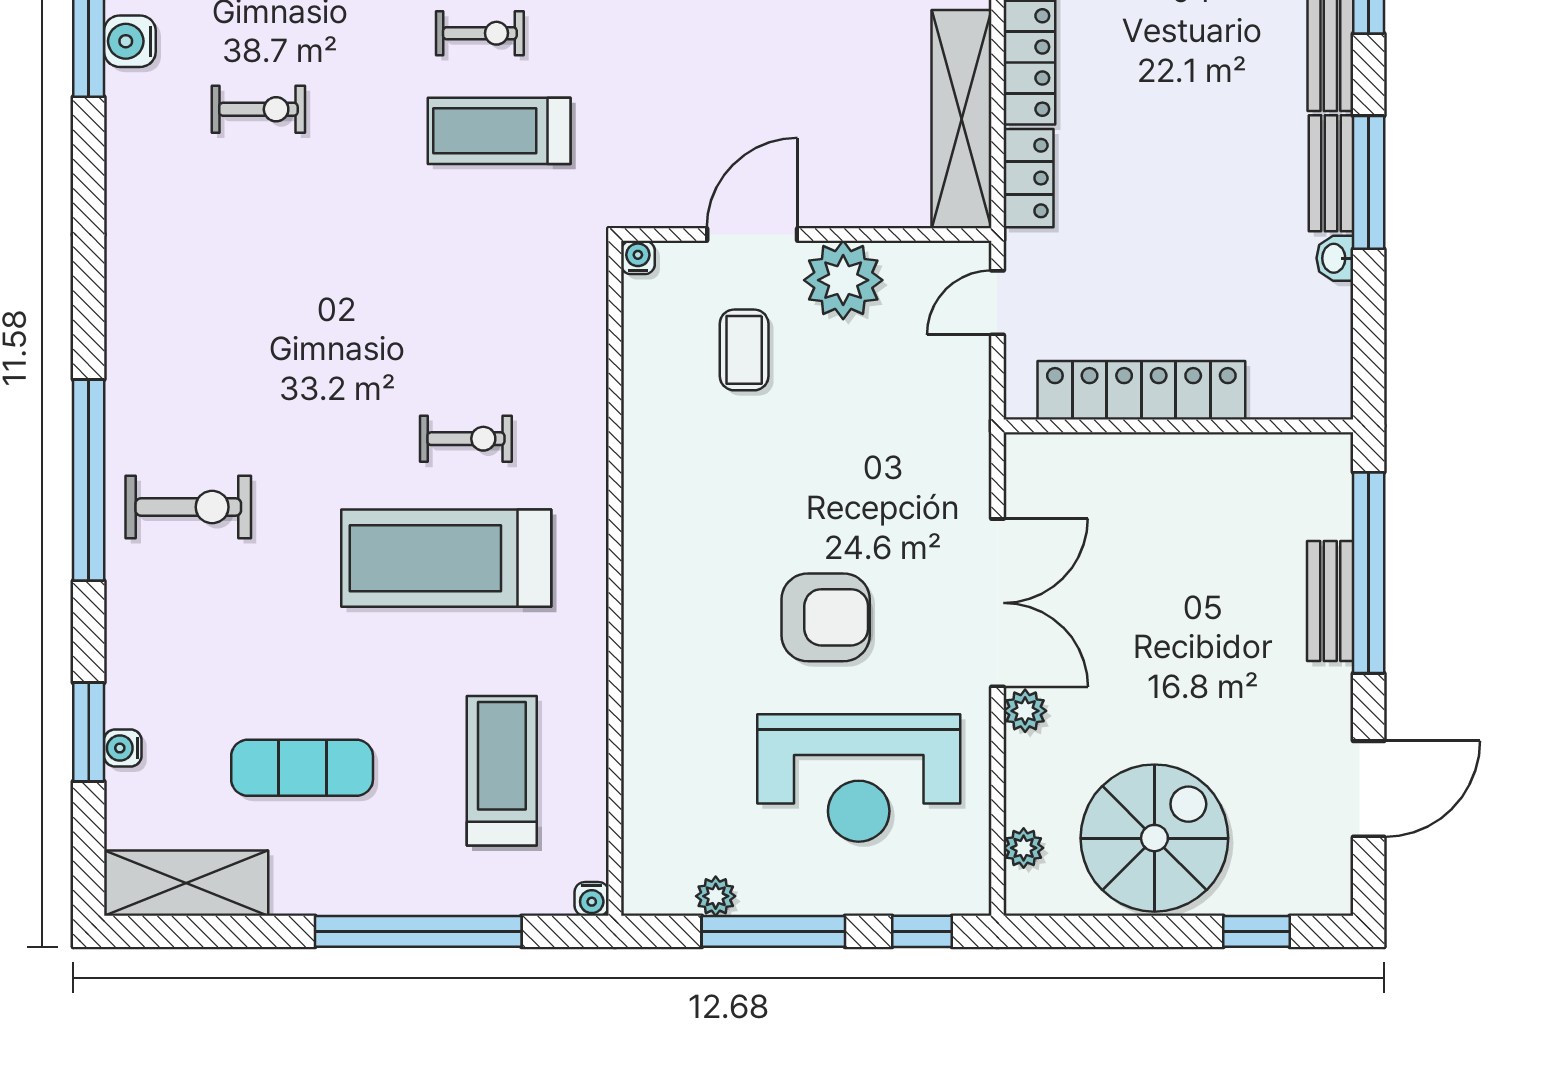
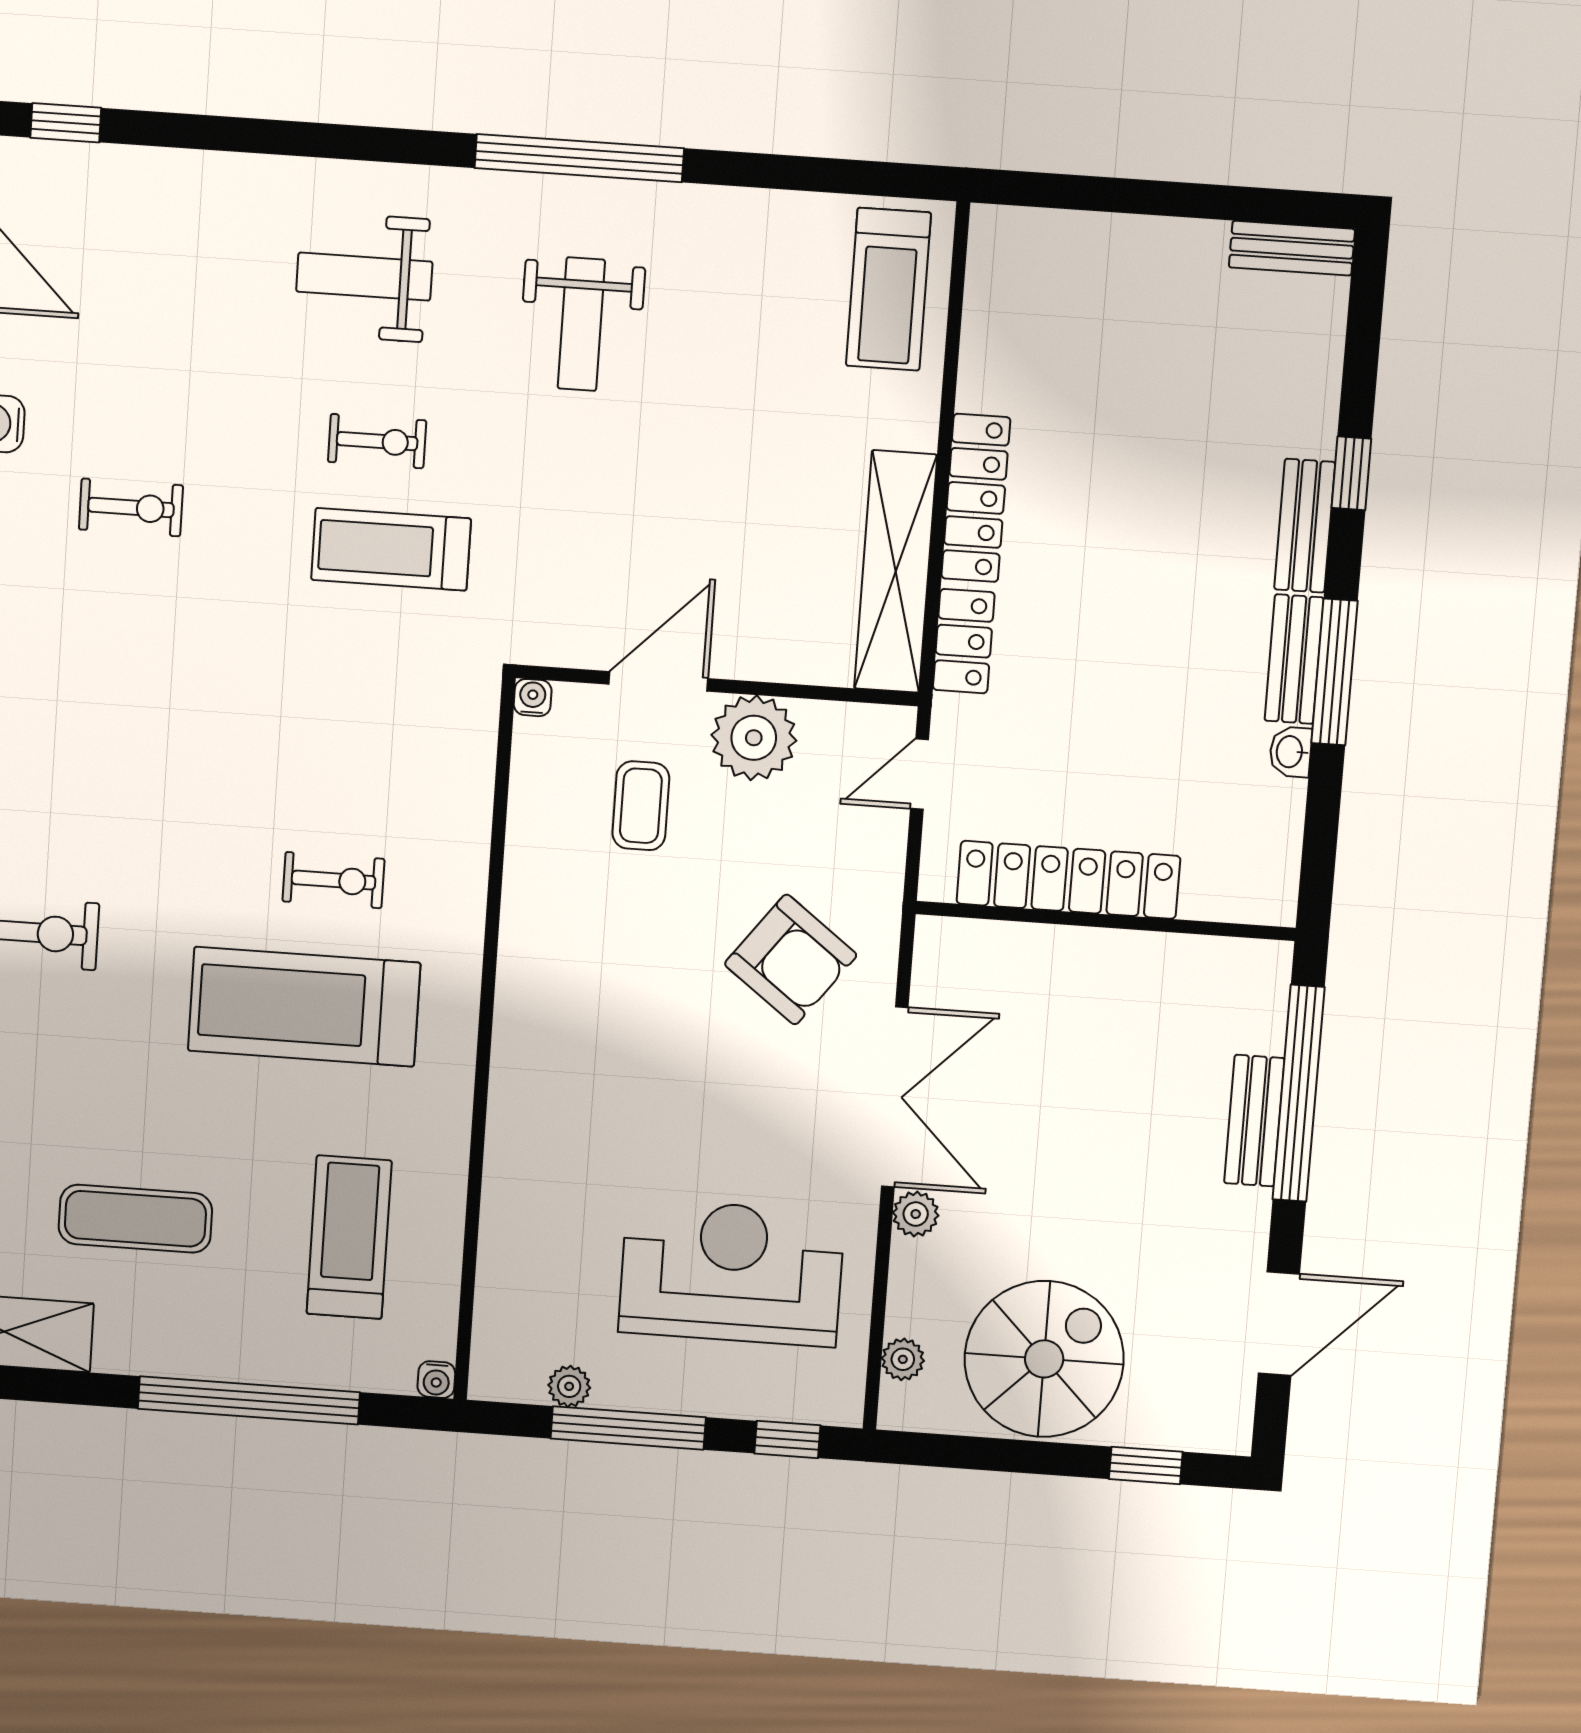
armchair: (826, 617) -> (791, 959), moved, turned 37
reception desk: (859, 778) -> (731, 1273), turned 180

